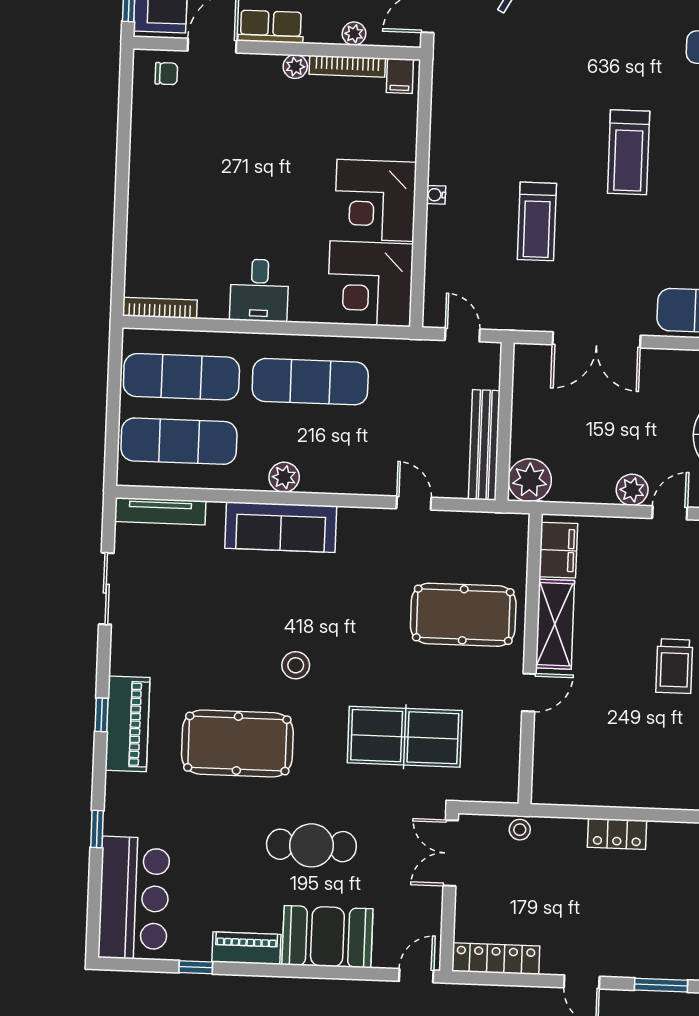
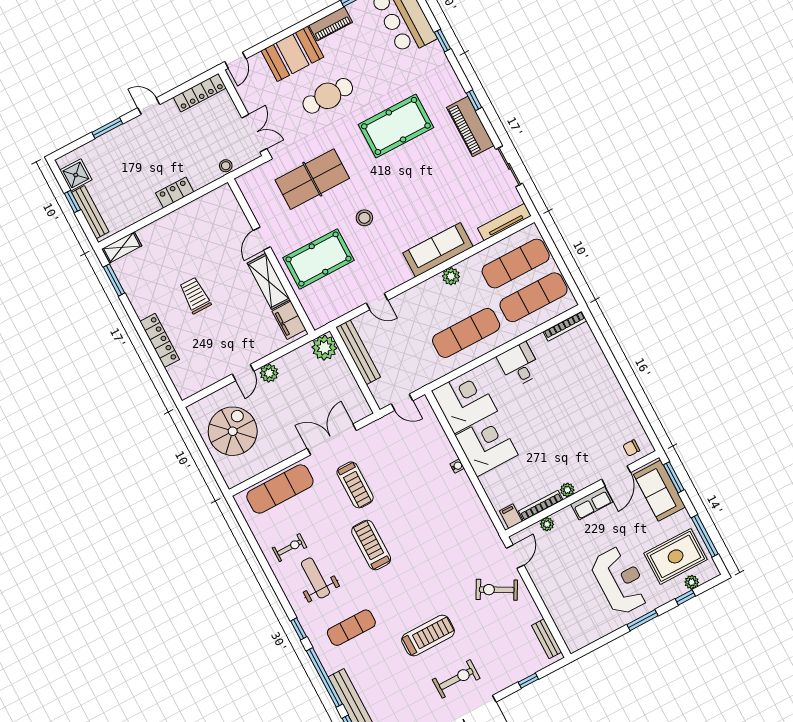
treadmill: (537, 221) -> (355, 485), moved, turned 180
stool: (296, 665) -> (364, 218), moved
piano: (127, 724) -> (470, 127), moved

